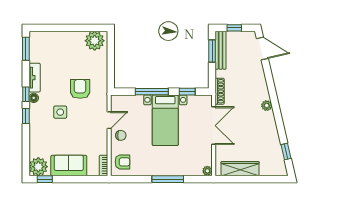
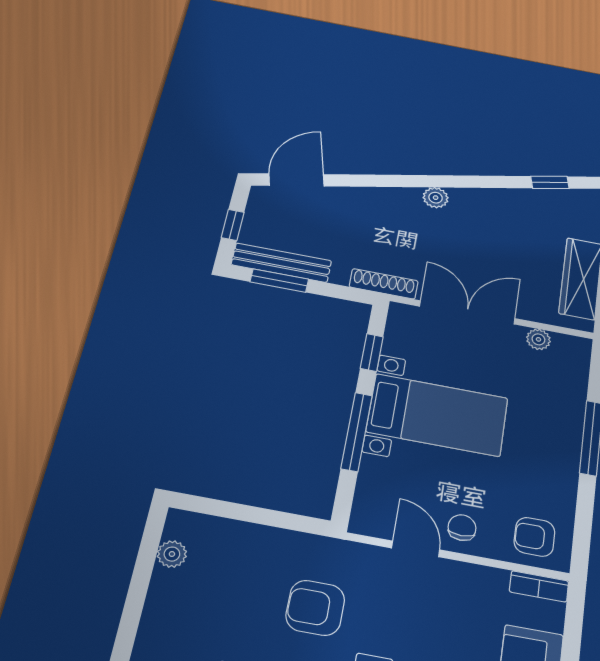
plant: (95, 41) -> (172, 554), width x0.53, depth x0.53
armchair: (122, 162) -> (535, 537), turned -90
plant: (207, 171) -> (538, 339), moved

